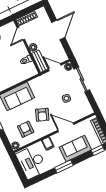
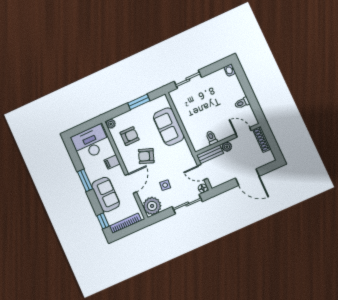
door: (55, 67) -> (202, 172), swing flipped
plant: (84, 109) -> (152, 206), added

